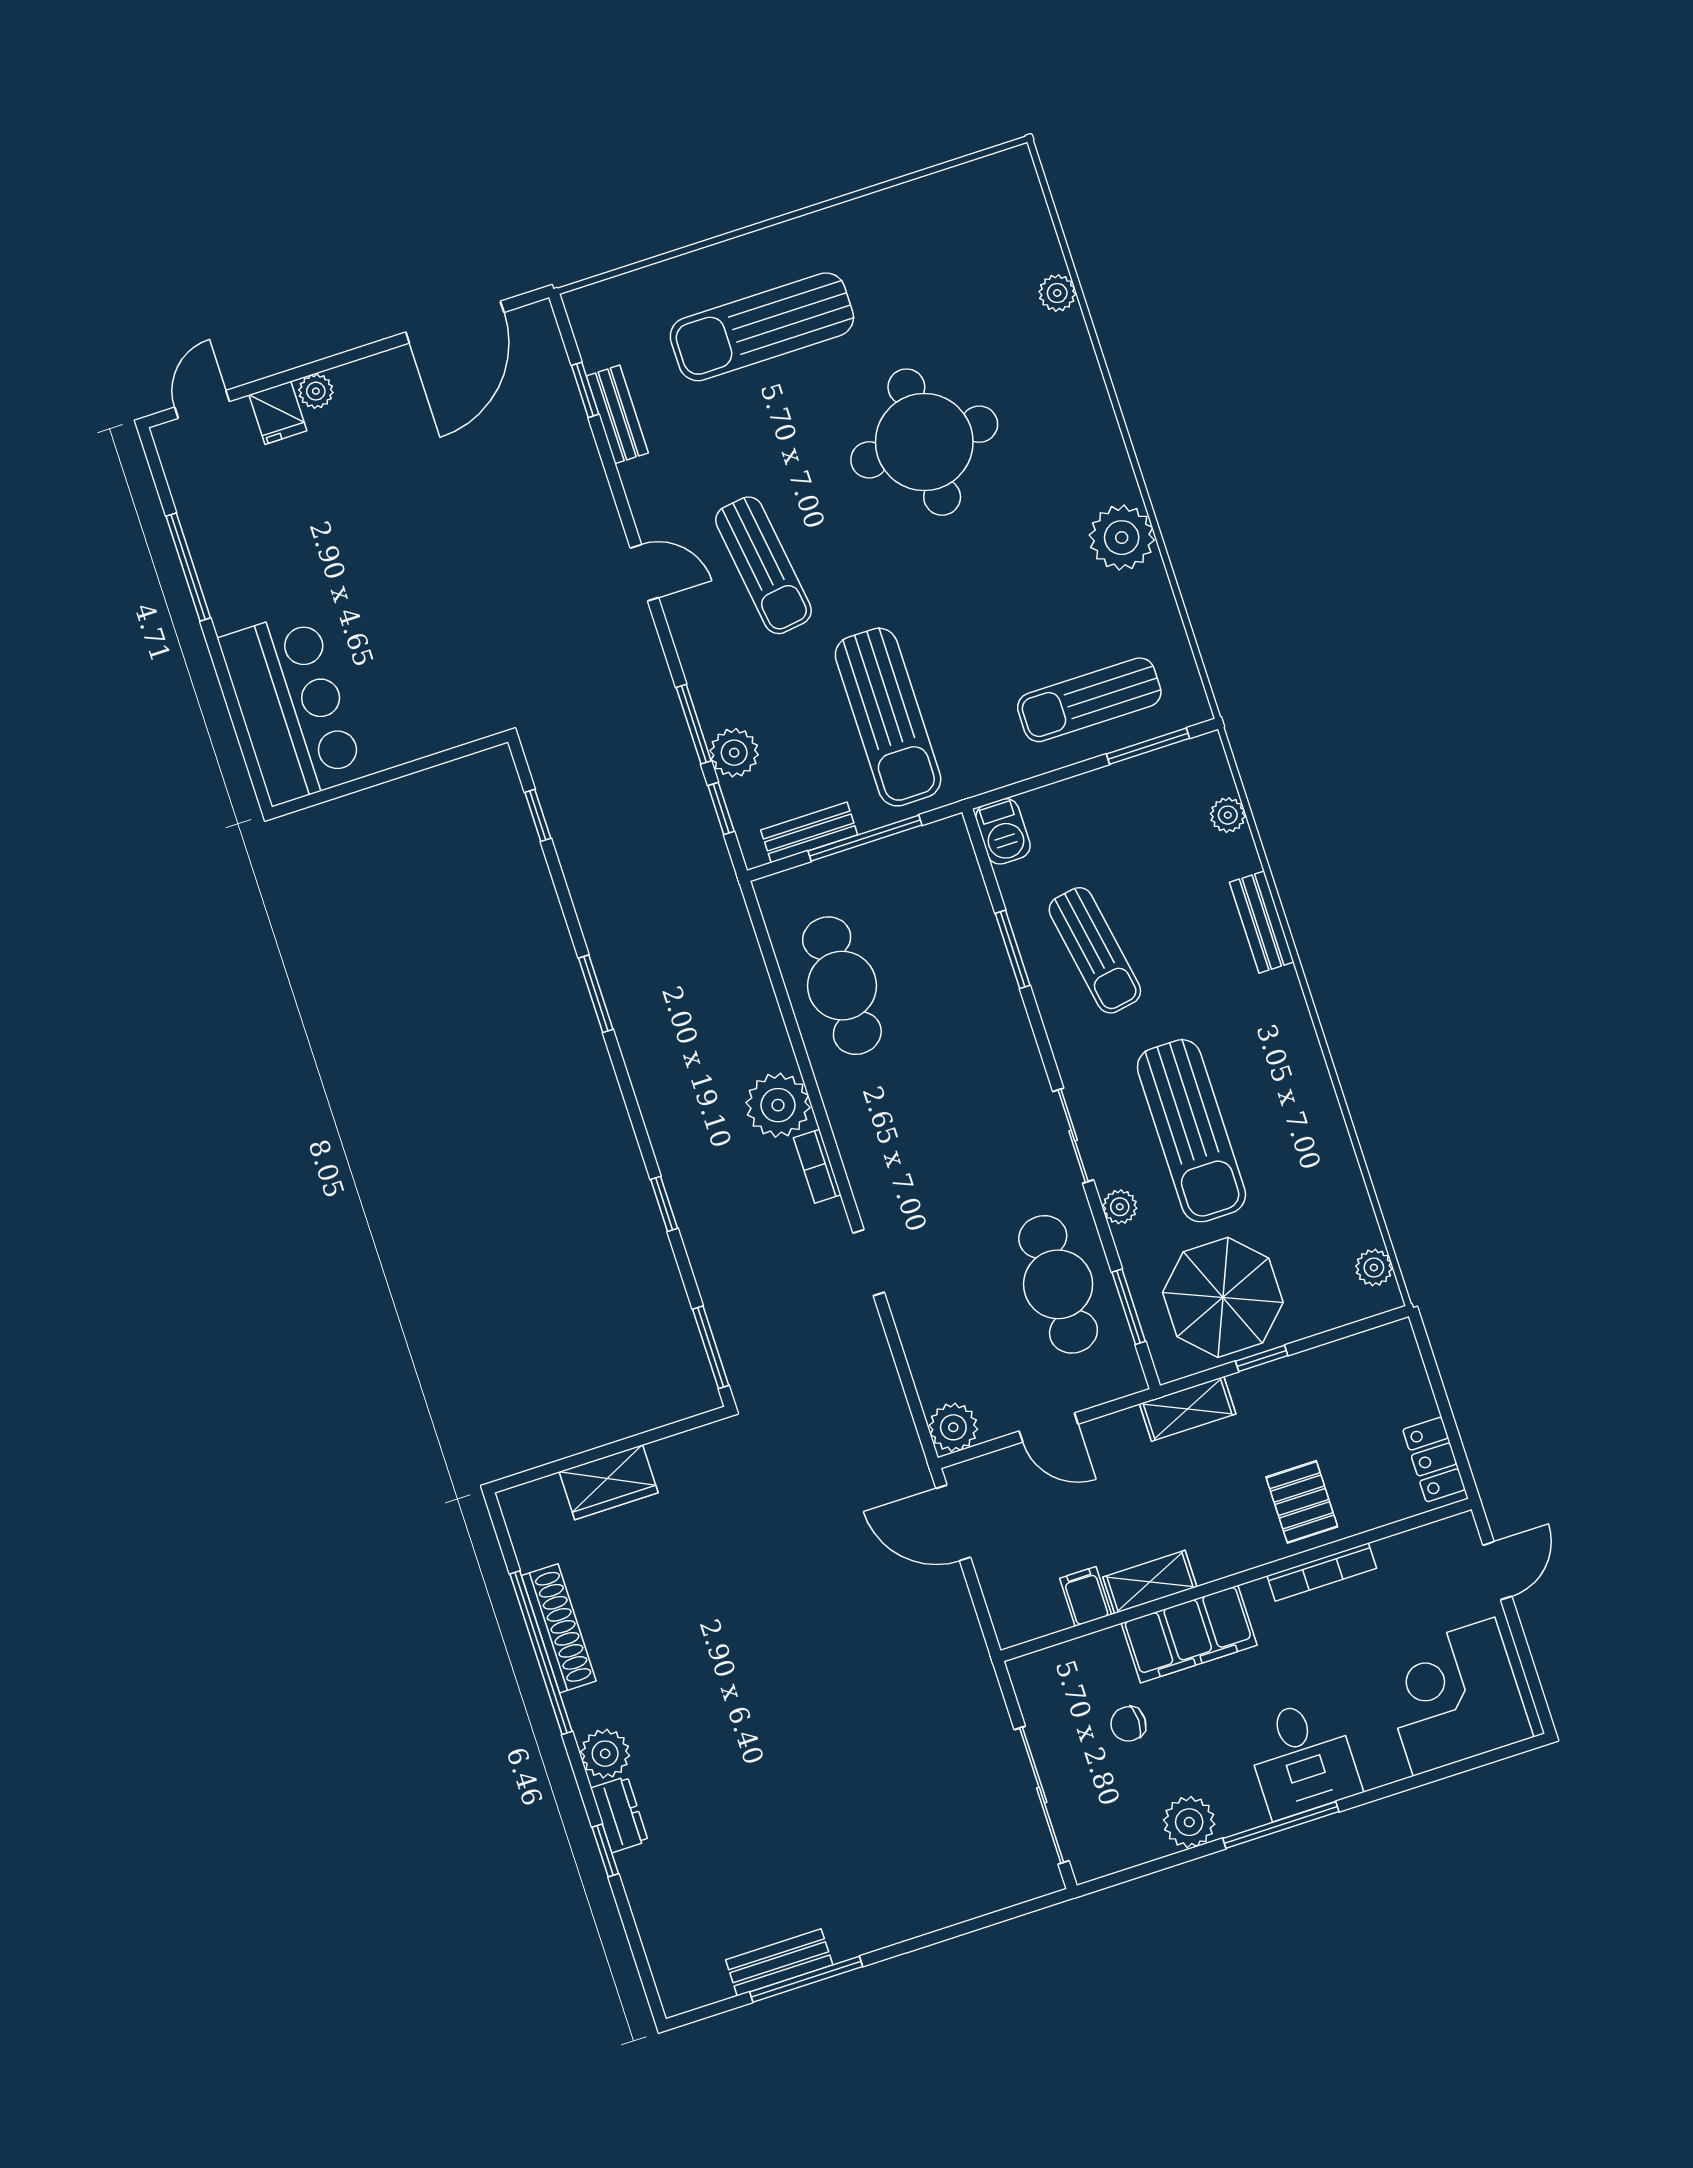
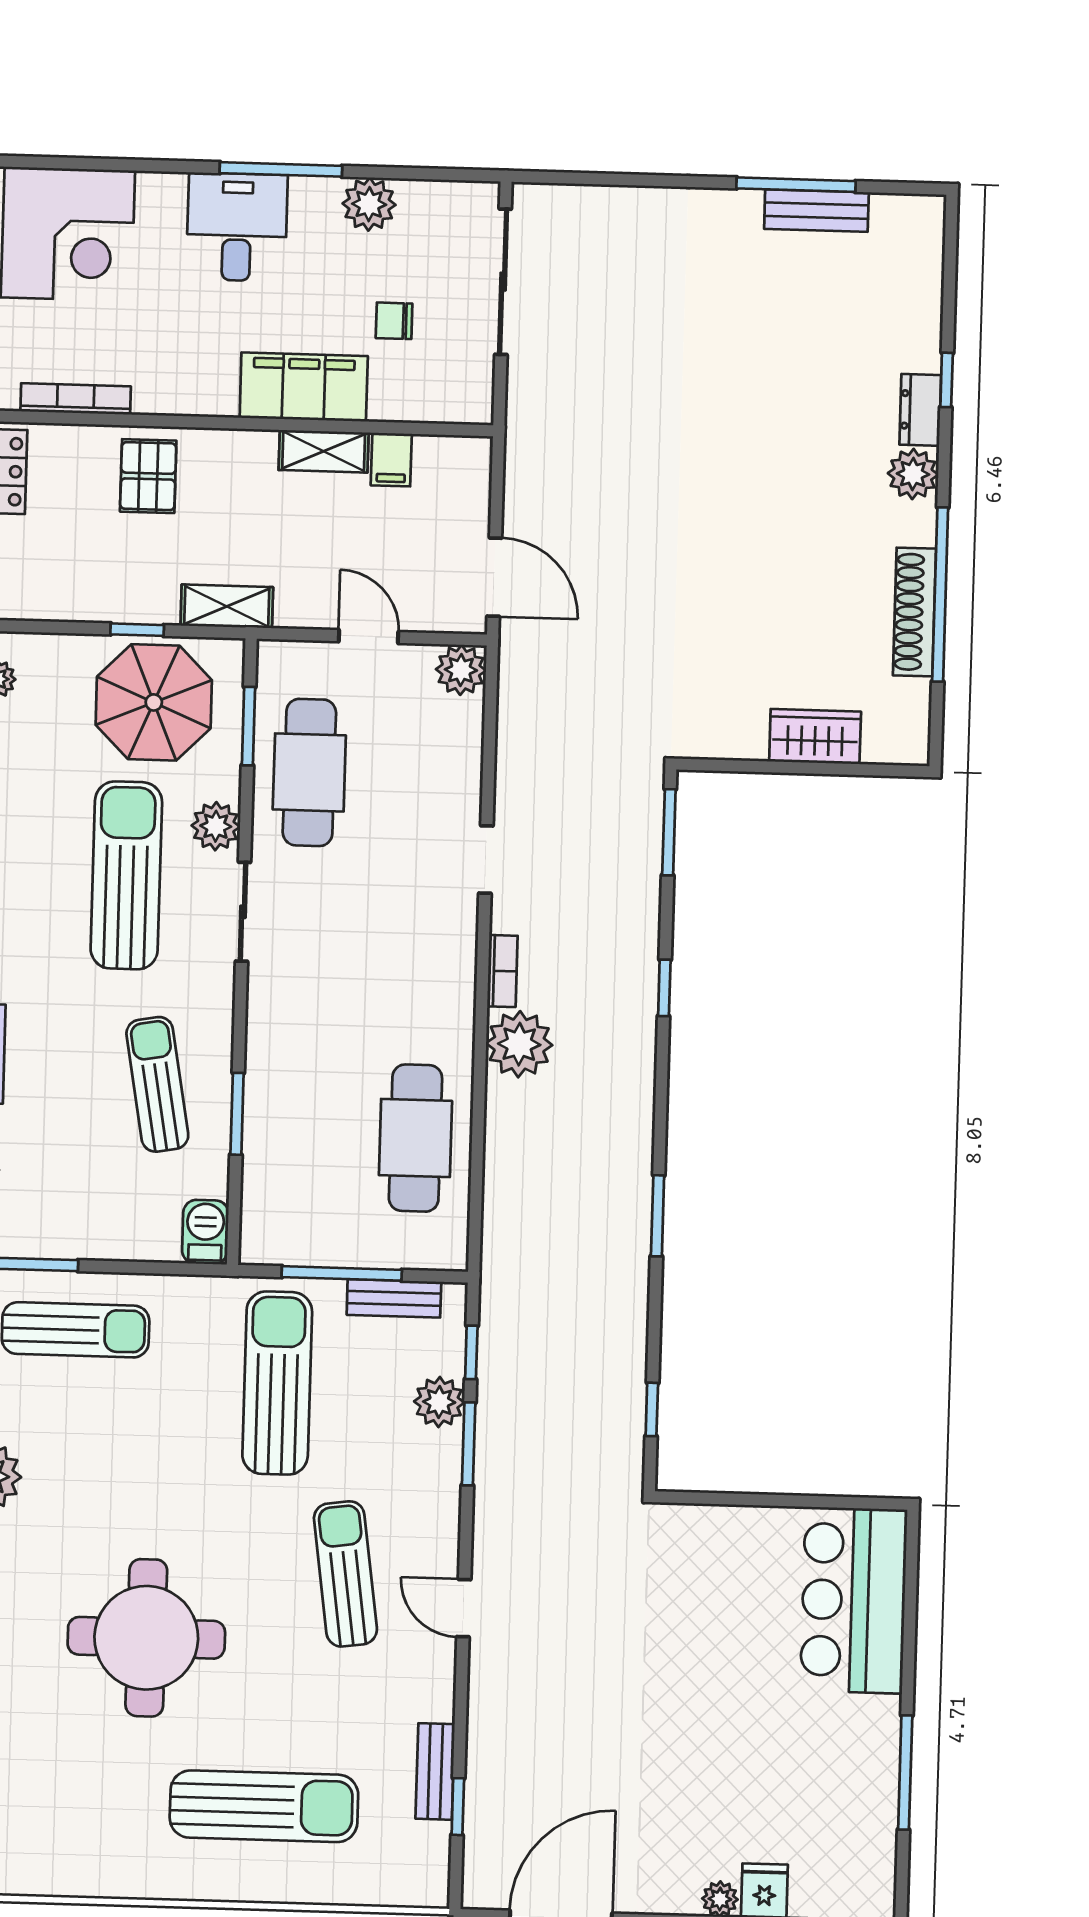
plant: (1120, 1207) -> (216, 826), width x1.38, depth x1.38
bookcase: (1322, 1572) -> (76, 399), moved
chair: (1128, 1724) -> (394, 321), turned 180

